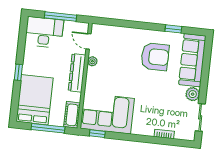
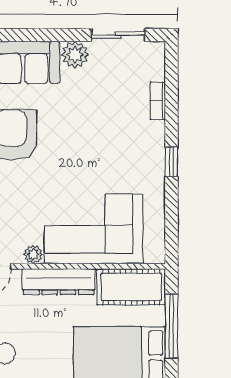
corner sofa: (107, 113) -> (94, 229), moved, turned 90
cot: (72, 115) -> (131, 287), width x1.37, depth x1.34
window: (97, 134) -> (171, 162), moved

